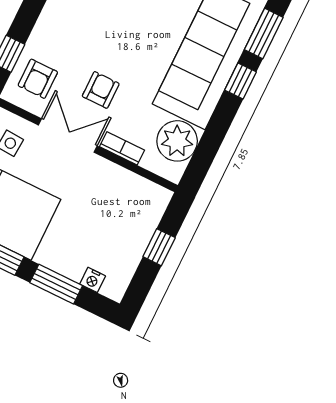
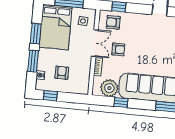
window: (240, 81) -> (121, 102), moved
armchair: (105, 231) -> (62, 73), added
window: (159, 247) -> (50, 96), moved

